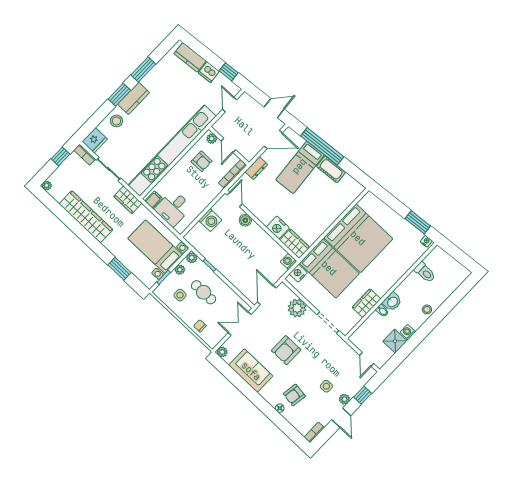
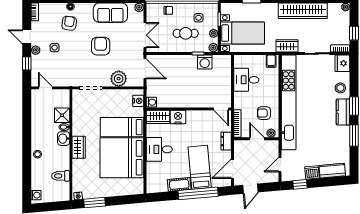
door: (230, 105) -> (280, 165), swing flipped
desk: (173, 208) -> (246, 80), moved, turned -90
desk: (320, 215) -> (159, 149), added
washing machine: (210, 220) -> (205, 62), moved, turned -90
boiler: (245, 220) -> (202, 102), removed
bed: (329, 268) -> (122, 127), width x0.67
wardrobe: (366, 303) -> (79, 147), moved
washing machine: (408, 332) -> (36, 195), moved
shower: (395, 341) -> (62, 115), moved

